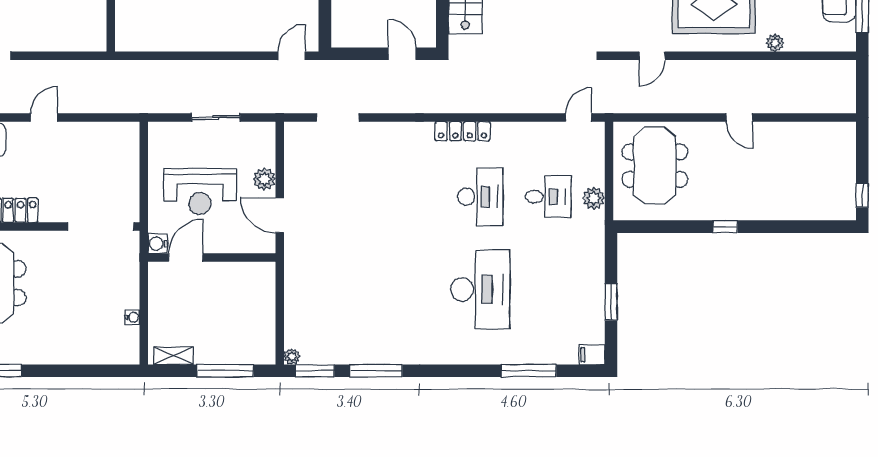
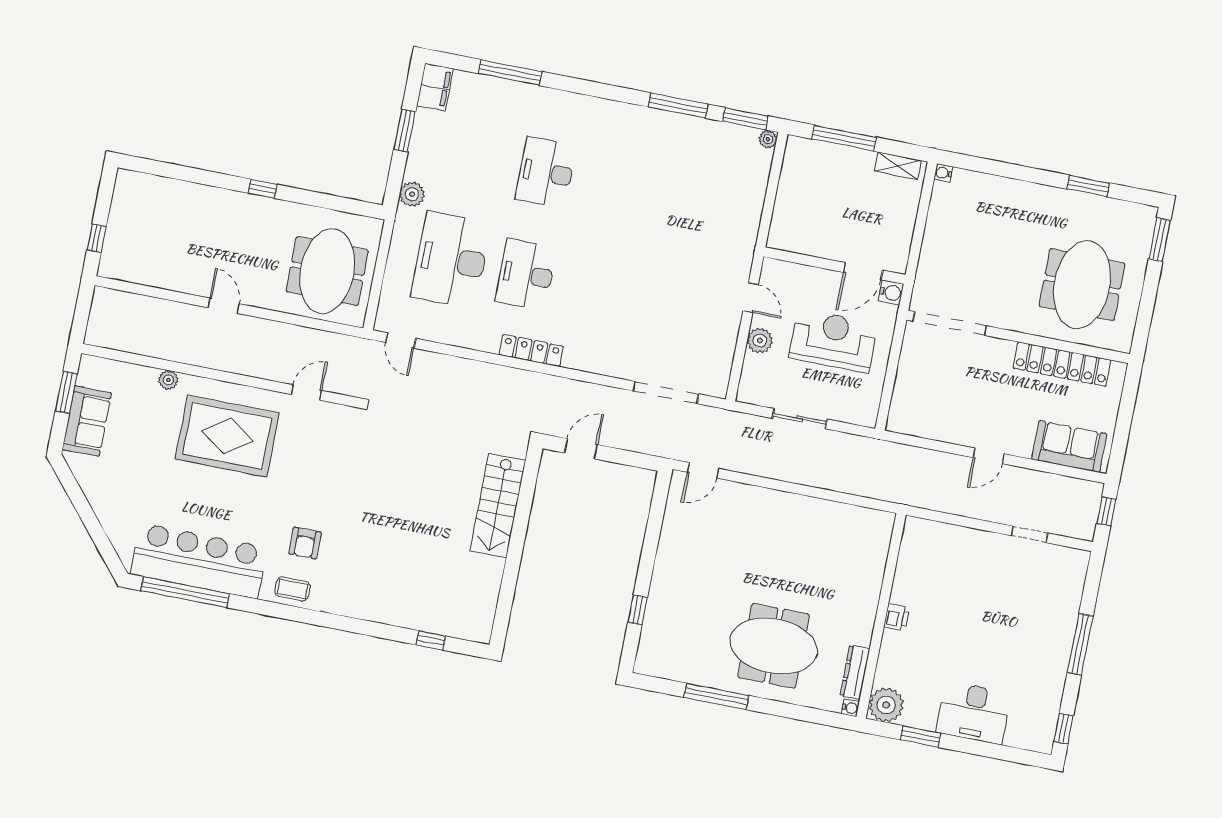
door: (402, 54) -> (581, 449), swing flipped
doorway: (337, 117) -> (666, 392), width x1.36
door: (578, 117) -> (401, 340), hinge flipped
window: (862, 195) -> (97, 238), moved
desk: (548, 197) -> (451, 260), width x1.87, depth x1.30
plant: (594, 198) -> (412, 194), moved
door: (280, 215) -> (751, 298), width x0.73
desk: (480, 289) -> (546, 172), width x0.73, depth x0.77
water cooler: (132, 317) -> (943, 173), moved
filing cabinet: (592, 355) -> (435, 87), width x2.00

